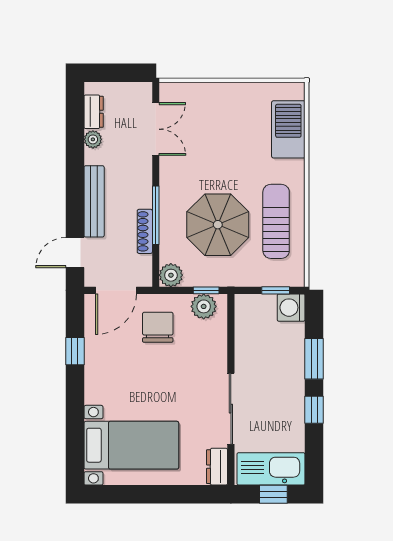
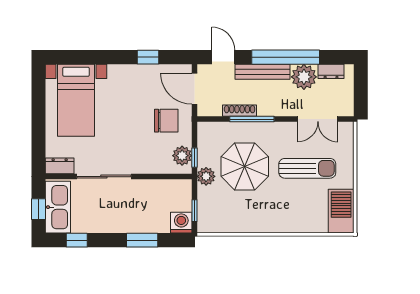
barbecue: (288, 129) -> (341, 211), moved, turned -90
plant: (93, 139) -> (304, 77), width x1.88, depth x1.88
window: (75, 171) -> (286, 57), added
sun lounger: (276, 221) -> (307, 168), moved
plant: (171, 275) -> (206, 176), moved
window: (314, 410) -> (77, 240), moved

